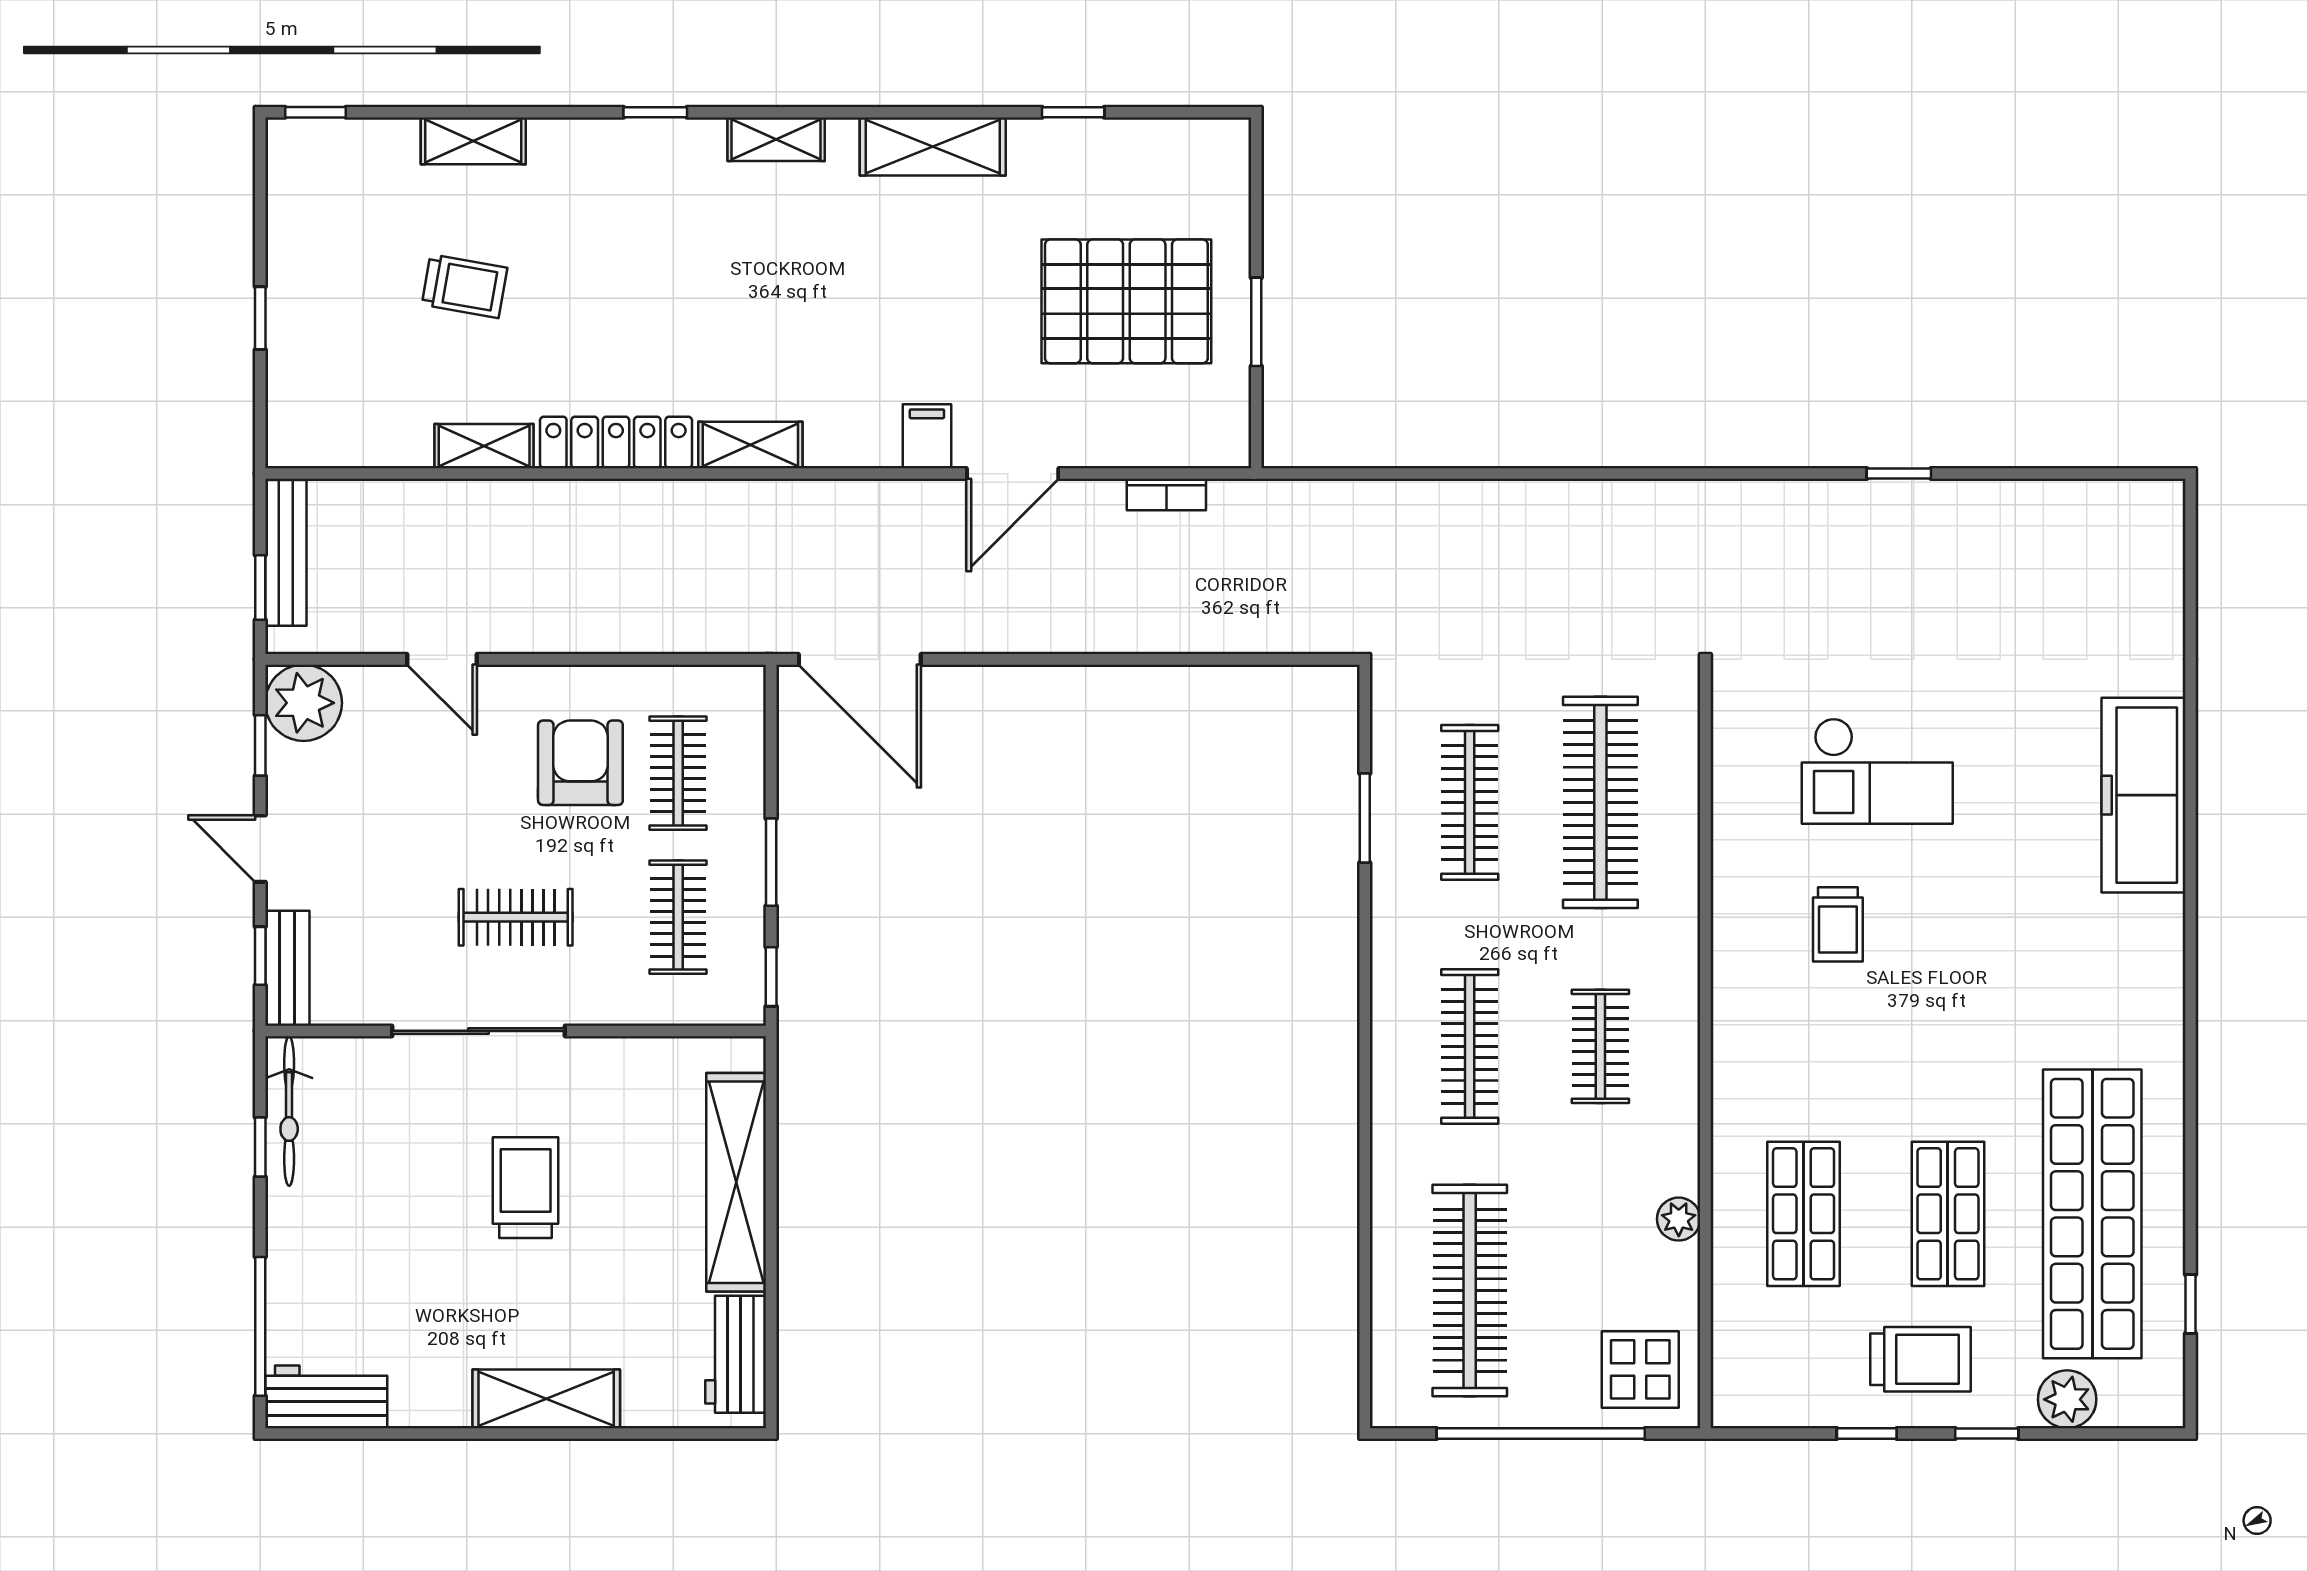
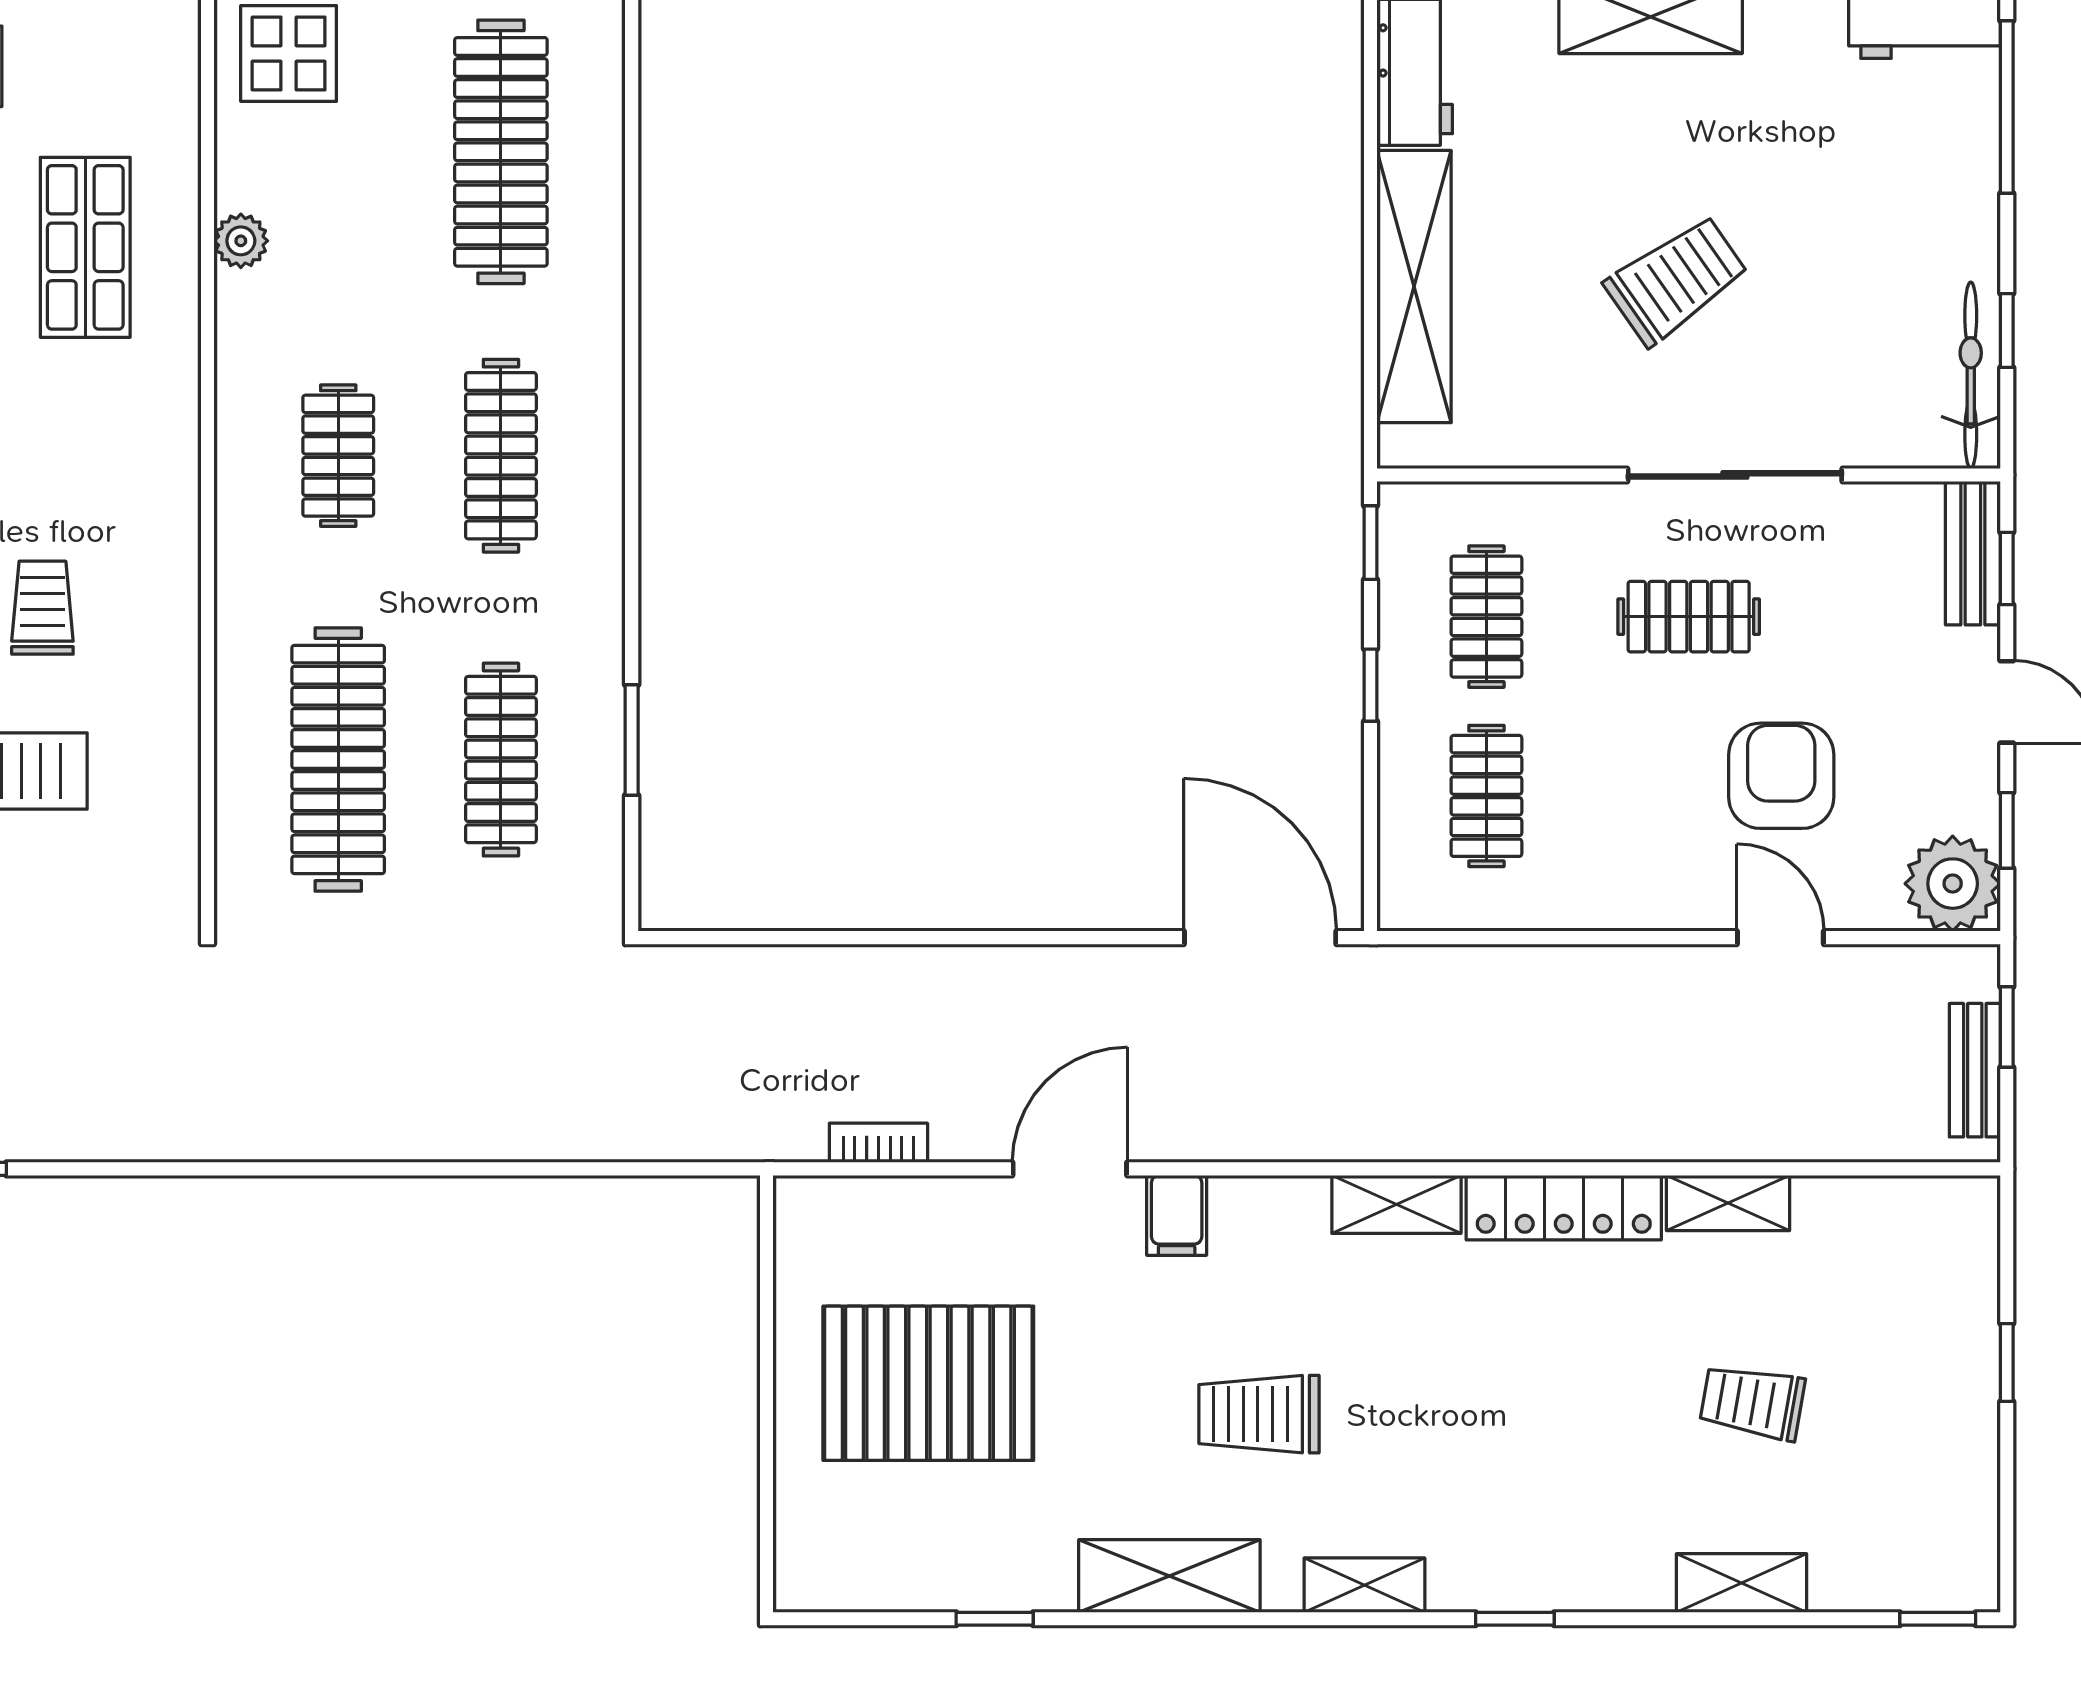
trolley: (861, 277) -> (1259, 1414), added
window: (1256, 322) -> (767, 1358), removed
bench: (286, 553) -> (1975, 1070), width x0.73
armchair: (580, 763) -> (1781, 776), moved, turned 180
window: (771, 862) -> (1371, 685), width x0.67
trolley: (526, 1188) -> (1676, 280), turned -125

